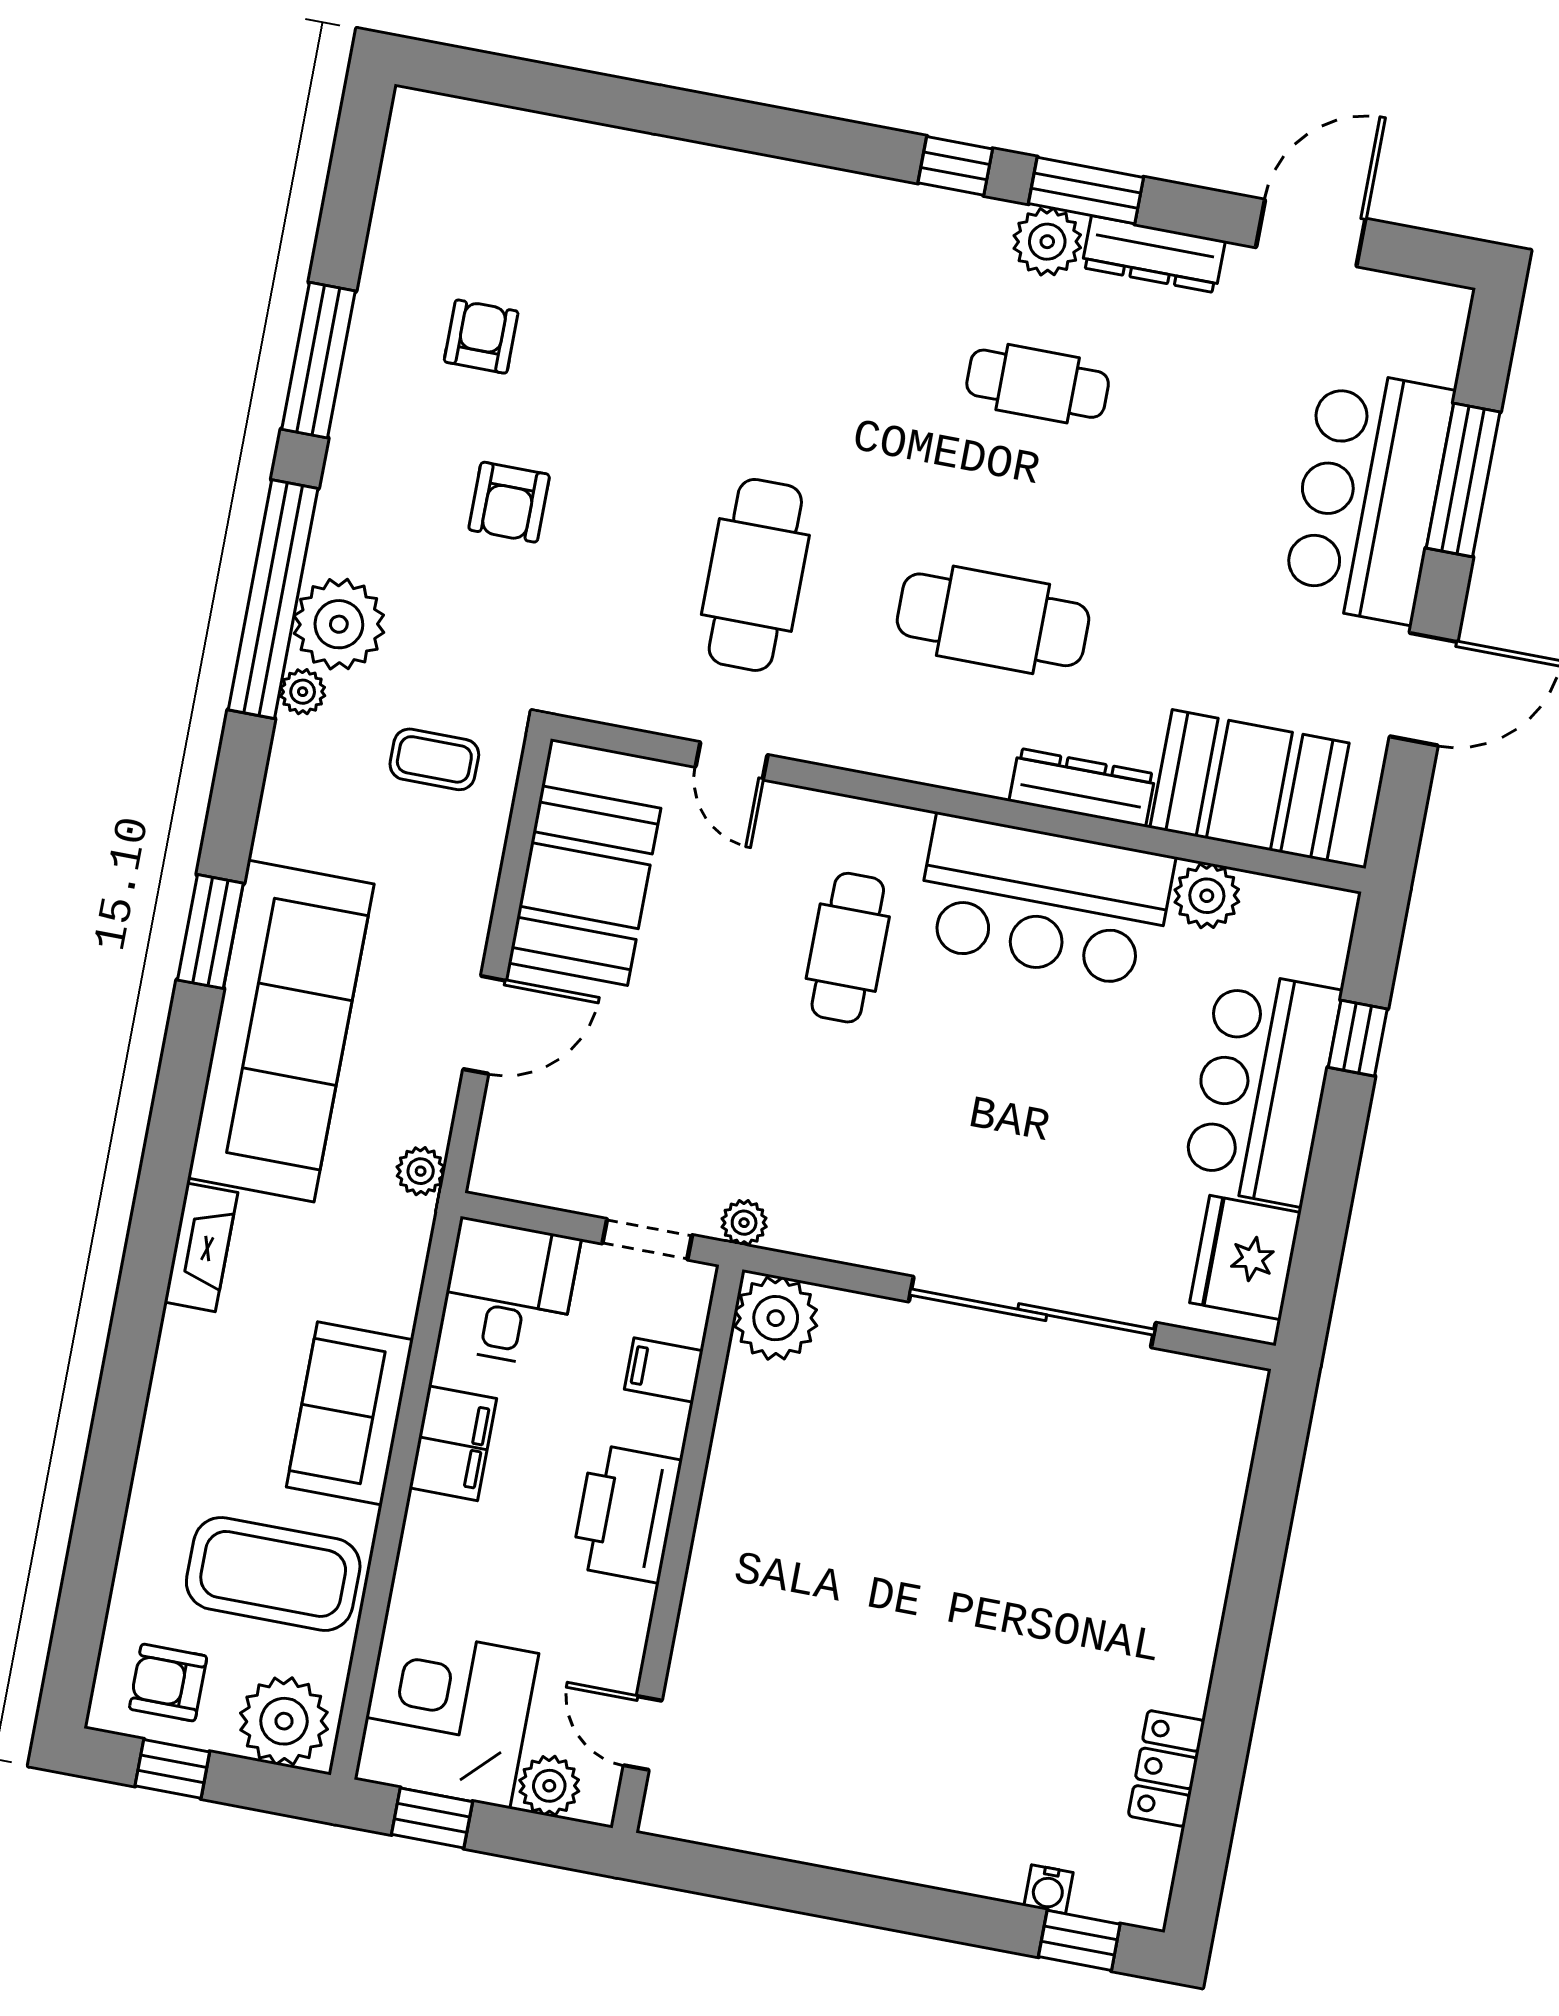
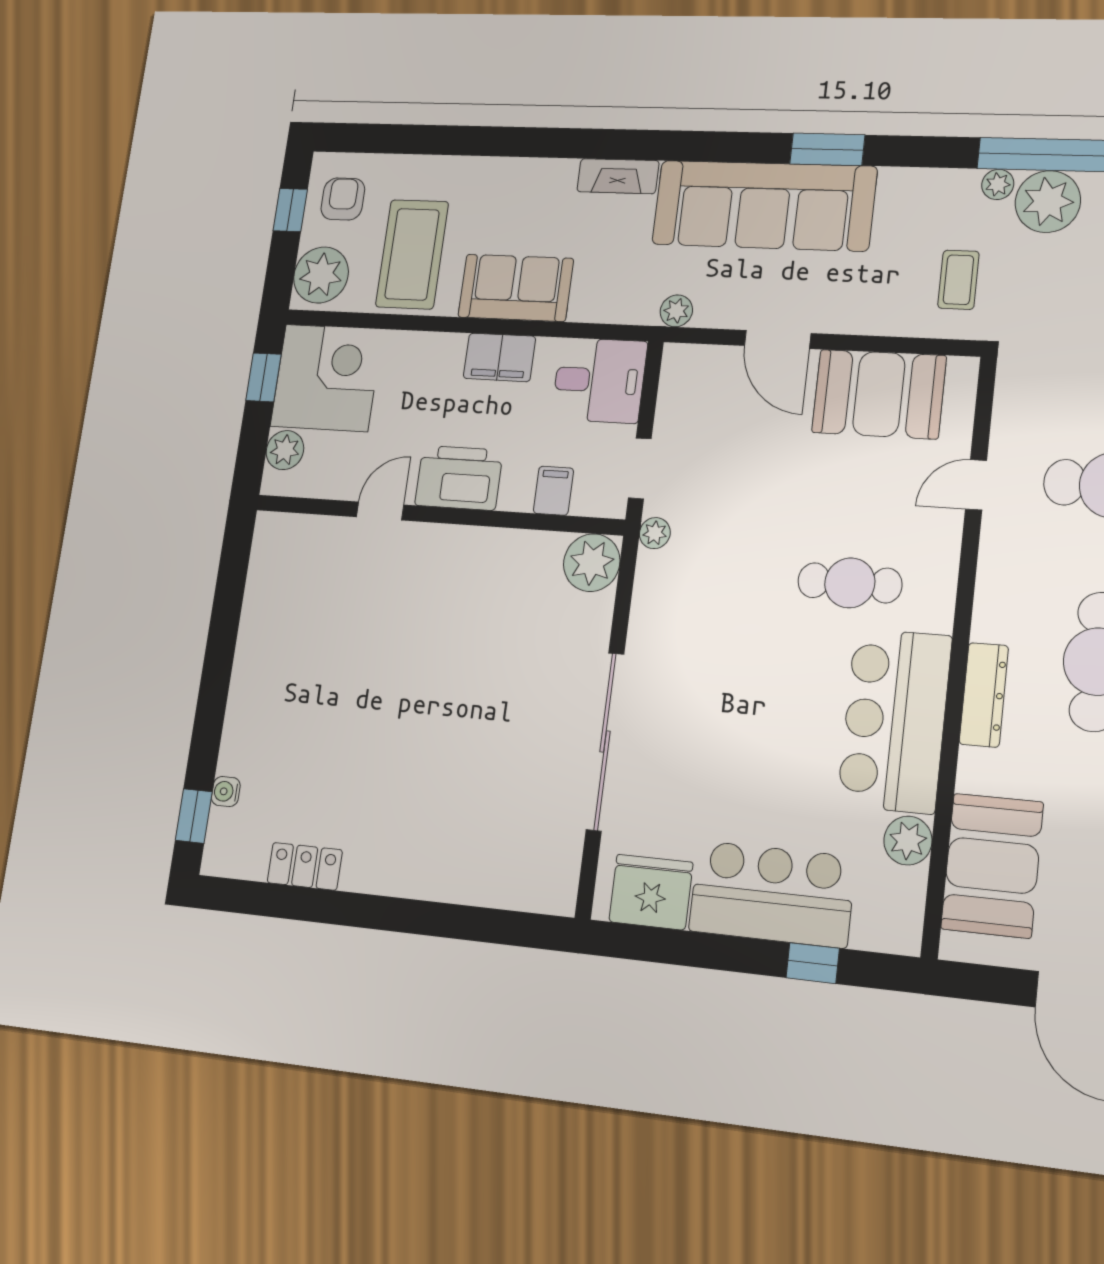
dresser: (1082, 788) -> (984, 695), moved
door: (643, 1733) -> (380, 511), moved

